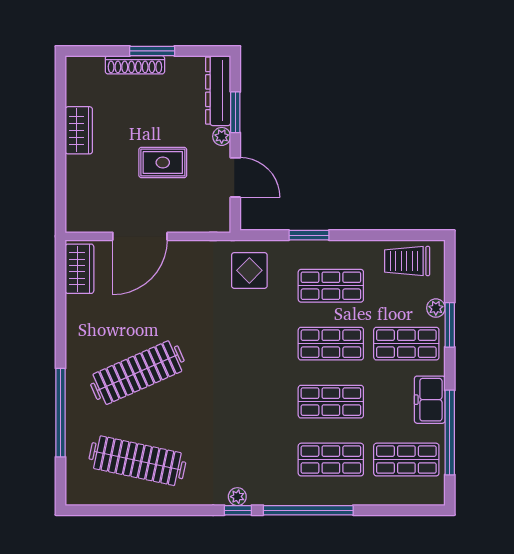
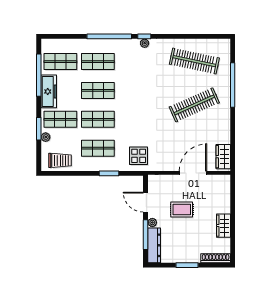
shoe rack: (135, 65) -> (216, 258), moved
window: (235, 112) -> (146, 235), width x1.44
freezer: (430, 400) -> (49, 91), width x1.40

